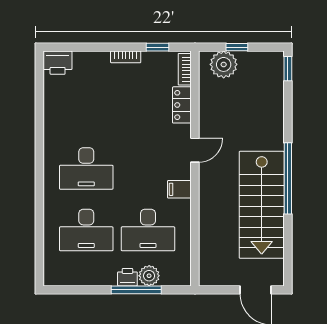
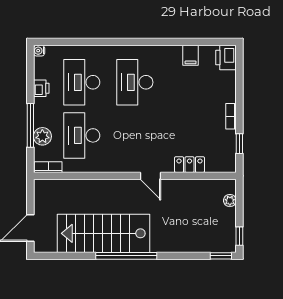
window: (237, 47) -> (239, 236), moved
plant: (224, 64) -> (230, 201), width x0.53, depth x0.53
bookcase: (185, 69) -> (48, 167), moved
filing cabinet: (179, 189) -> (191, 55), moved, turned 180
printer: (127, 277) -> (41, 88), moved
water cooler: (50, 280) -> (39, 51), added

